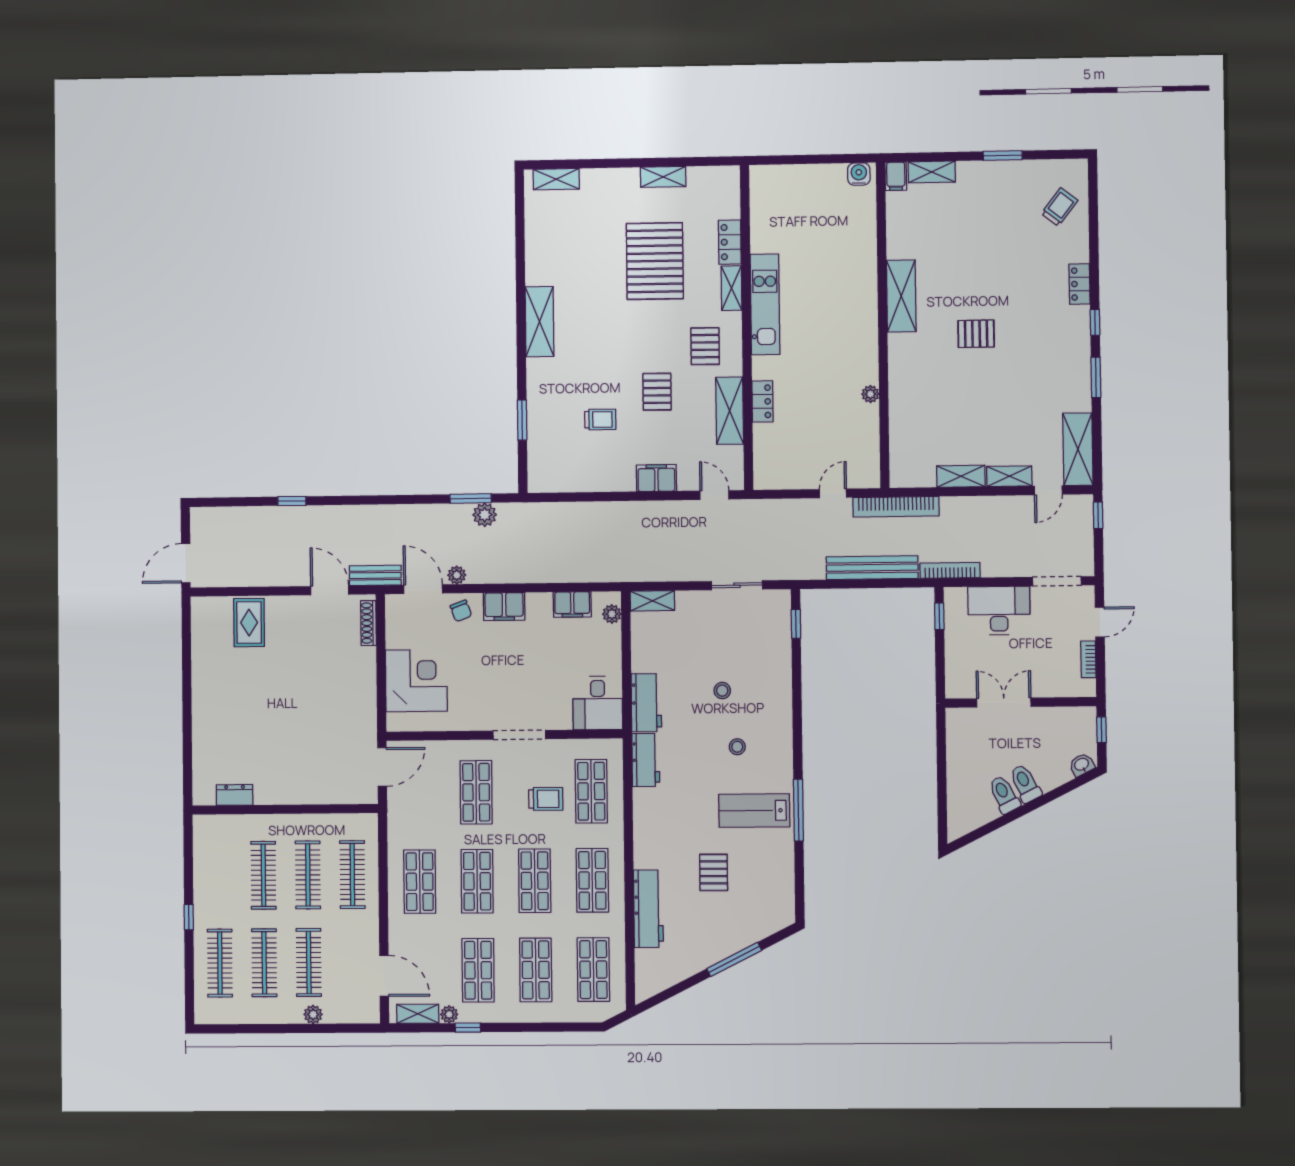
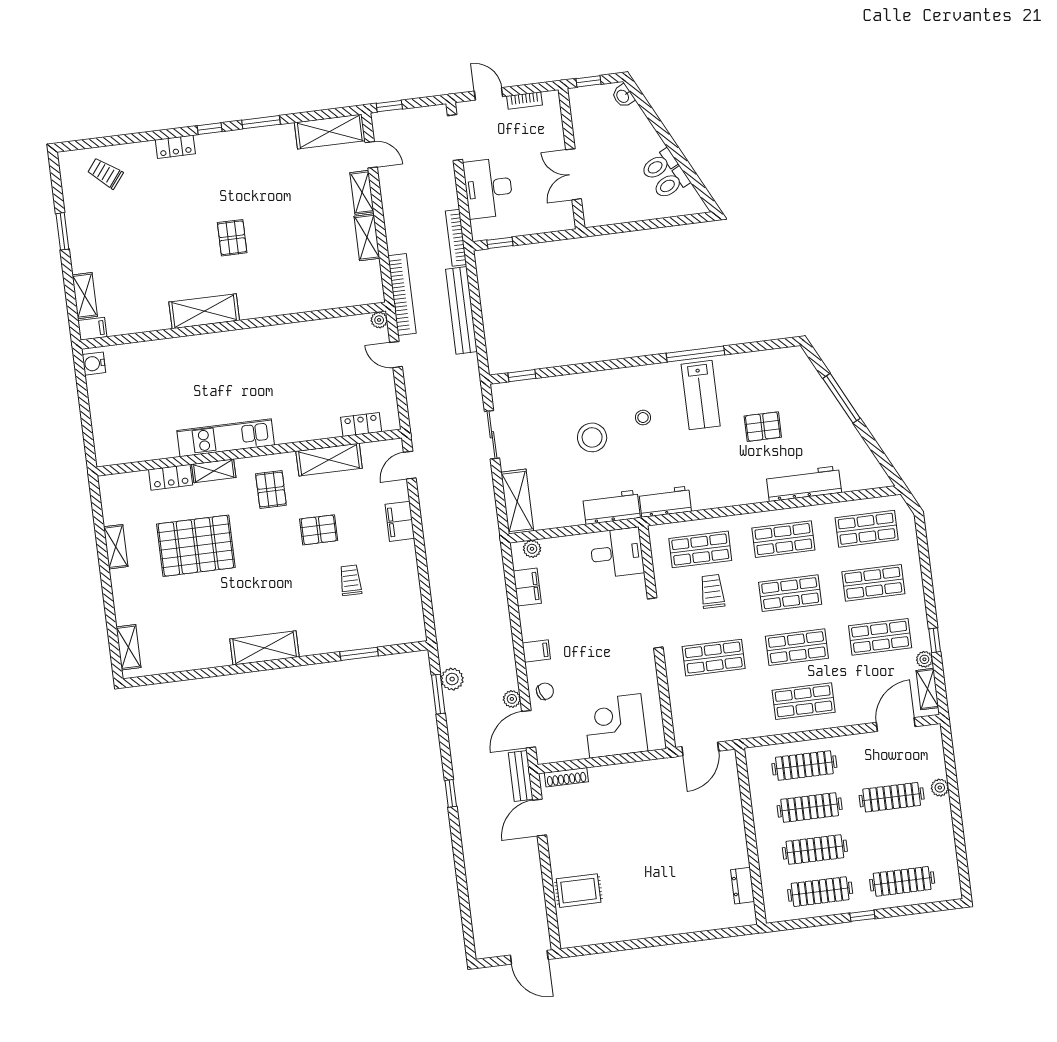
pallet: (705, 346) -> (271, 490), turned 90
plant: (870, 394) -> (379, 320), moved
locker: (763, 401) -> (361, 424), moved
window: (292, 501) -> (451, 793), moved
shelving: (652, 601) -> (517, 502), width x1.50, depth x1.33
filing cabinet: (504, 606) -> (536, 651), width x0.50
stool: (722, 691) -> (592, 437), width x1.89, depth x1.89
door: (382, 767) -> (700, 749), swing flipped
toilet: (1025, 784) -> (671, 183), moved
clothes rail: (264, 963) -> (820, 892), moved

